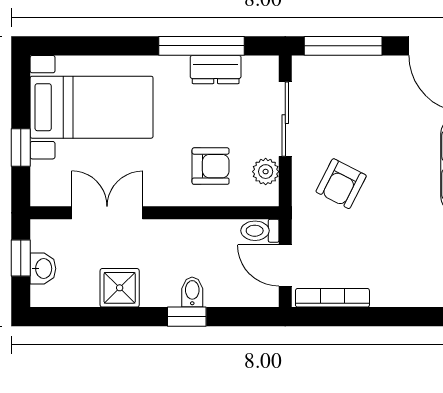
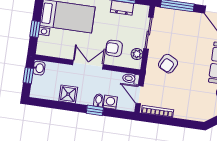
armchair: (211, 166) -> (114, 48), turned 180
double door: (107, 213) -> (88, 65), moved
washbasin: (43, 269) -> (39, 68), moved
washing machine: (220, 292) -> (110, 102), added

